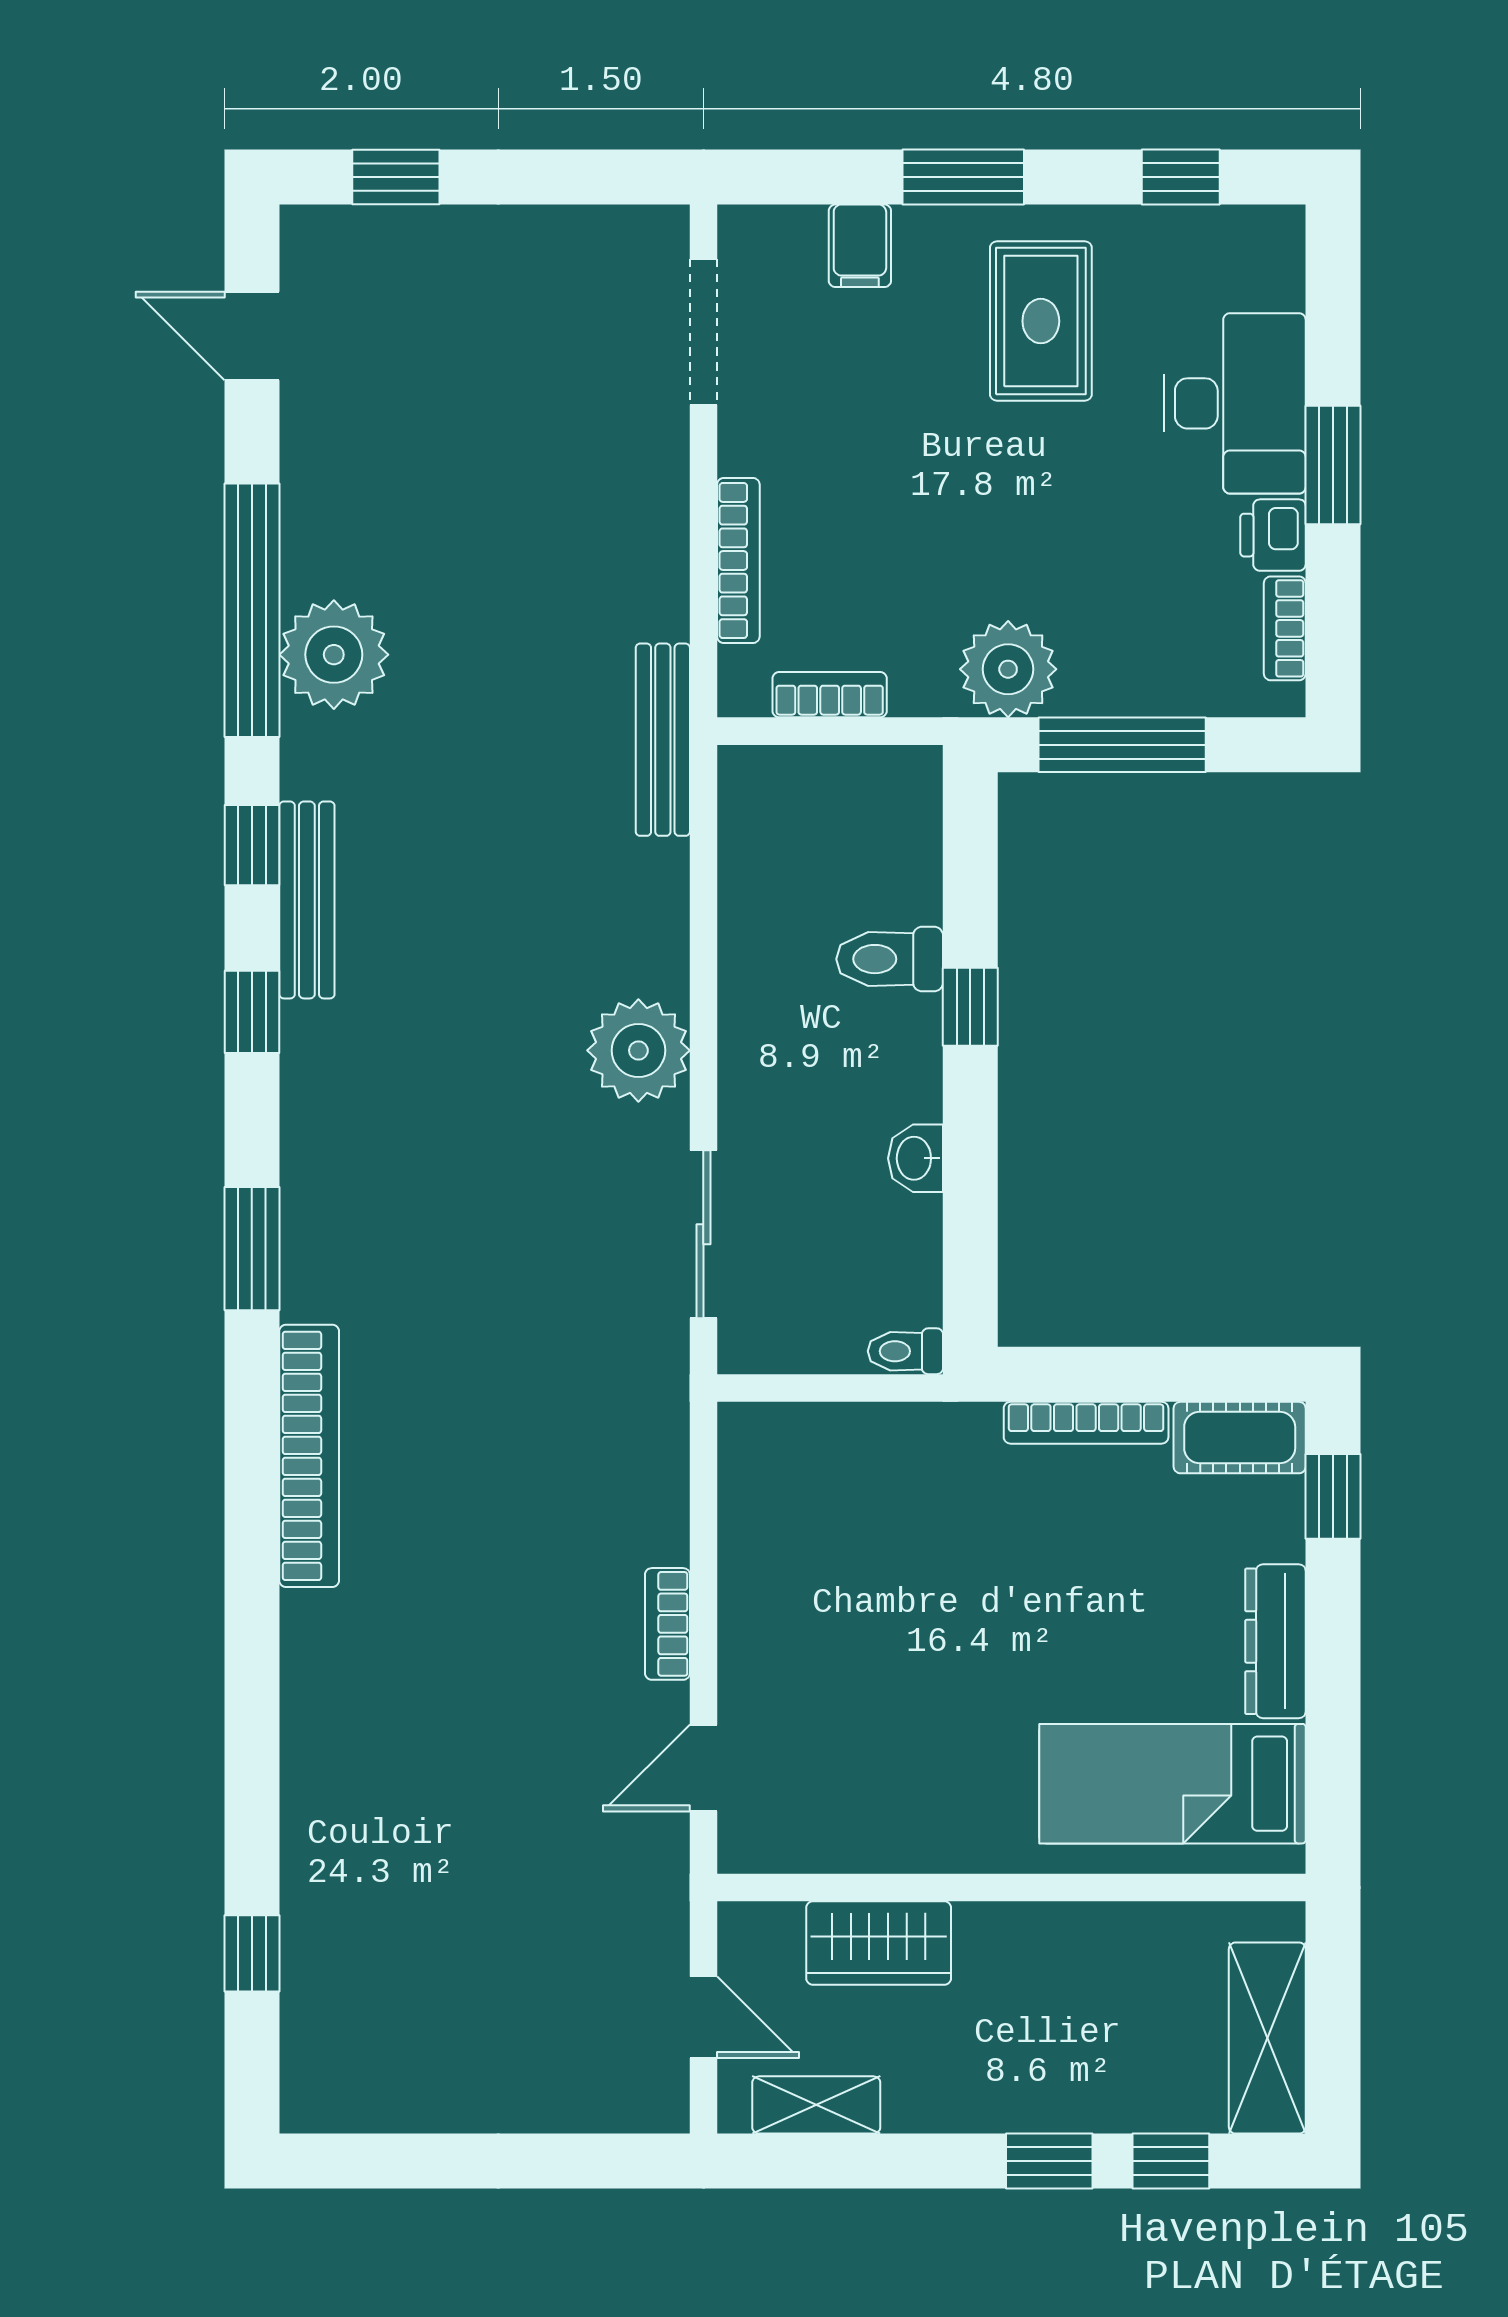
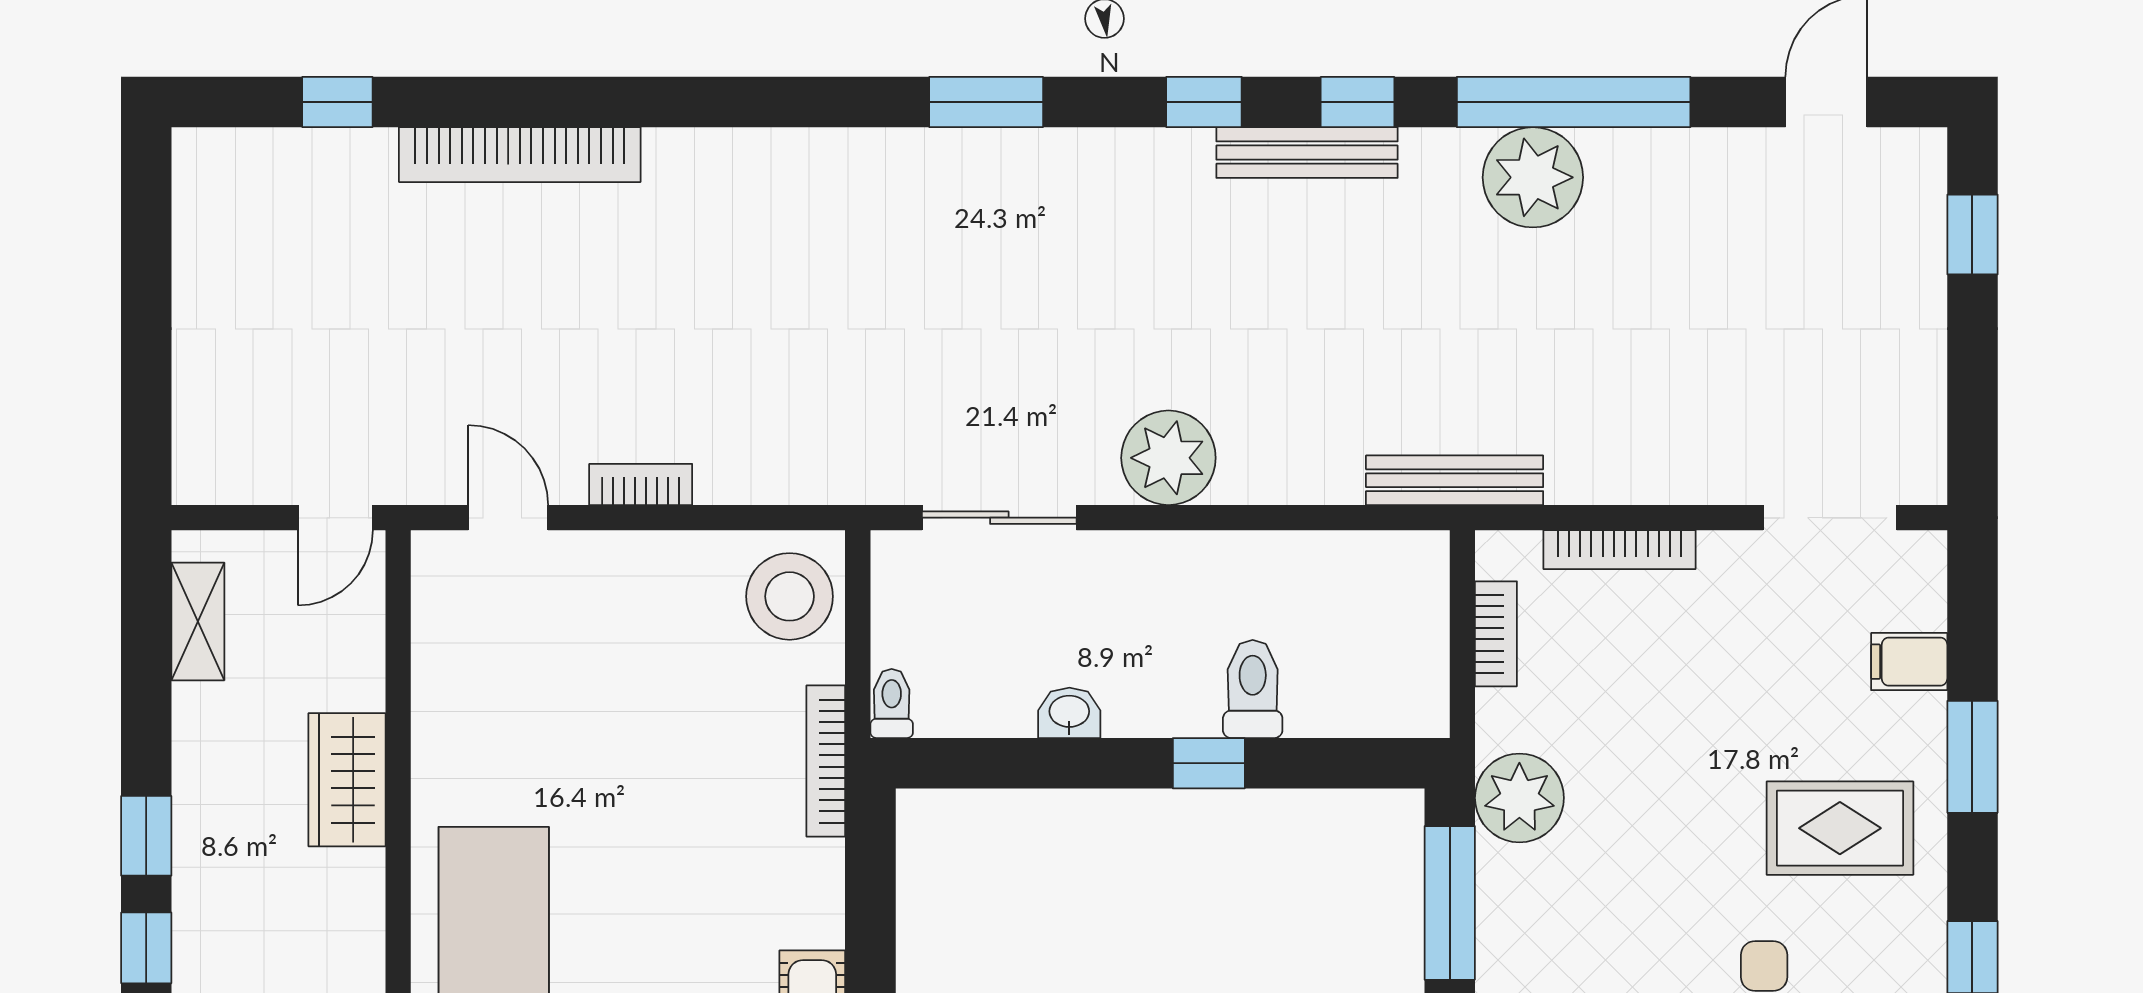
bookcase: (1086, 1423) -> (826, 761), moved
bookcase: (309, 1456) -> (520, 155), moved
stool: (789, 1462) -> (790, 596), added
wardrobe: (879, 1943) -> (347, 780), moved
door: (703, 2017) -> (335, 518), moved

